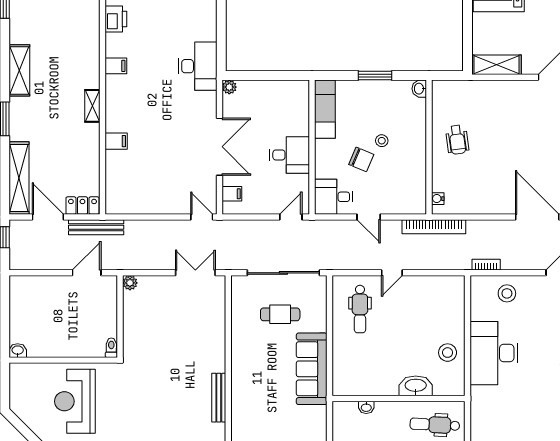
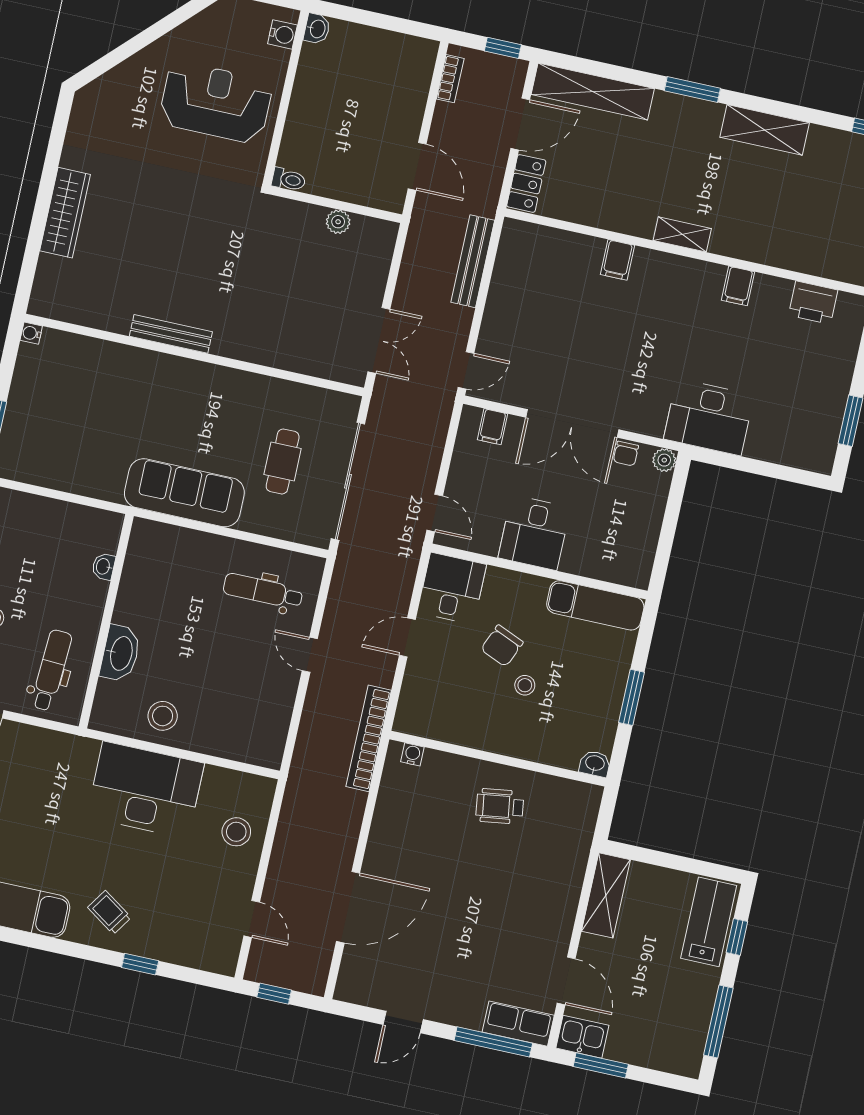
chair: (230, 111) -> (626, 454), added
bench: (96, 227) -> (473, 261), moved
bookcase: (486, 265) -> (450, 79), moved
plant: (130, 283) -> (338, 222), moved
water cooler: (26, 370) -> (282, 34), added

